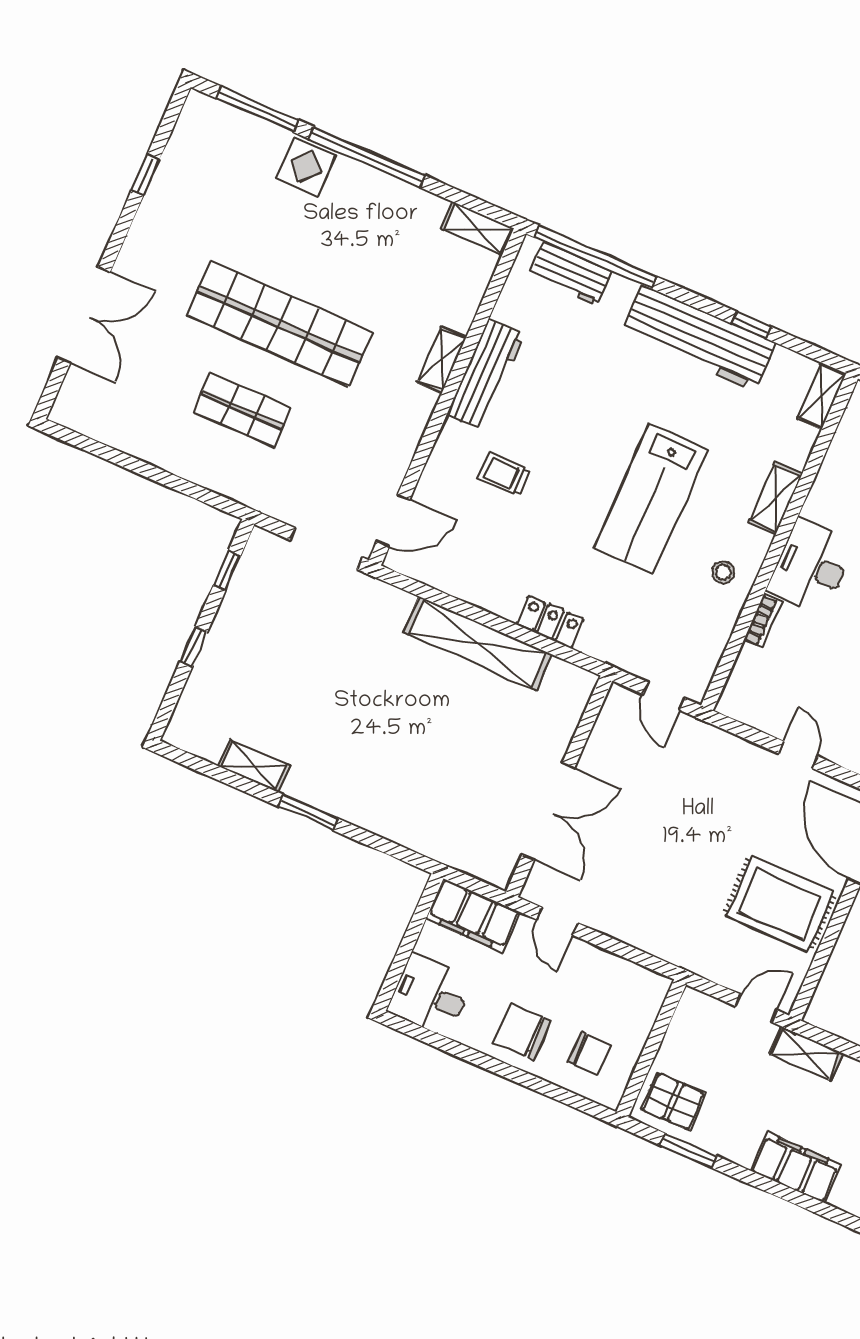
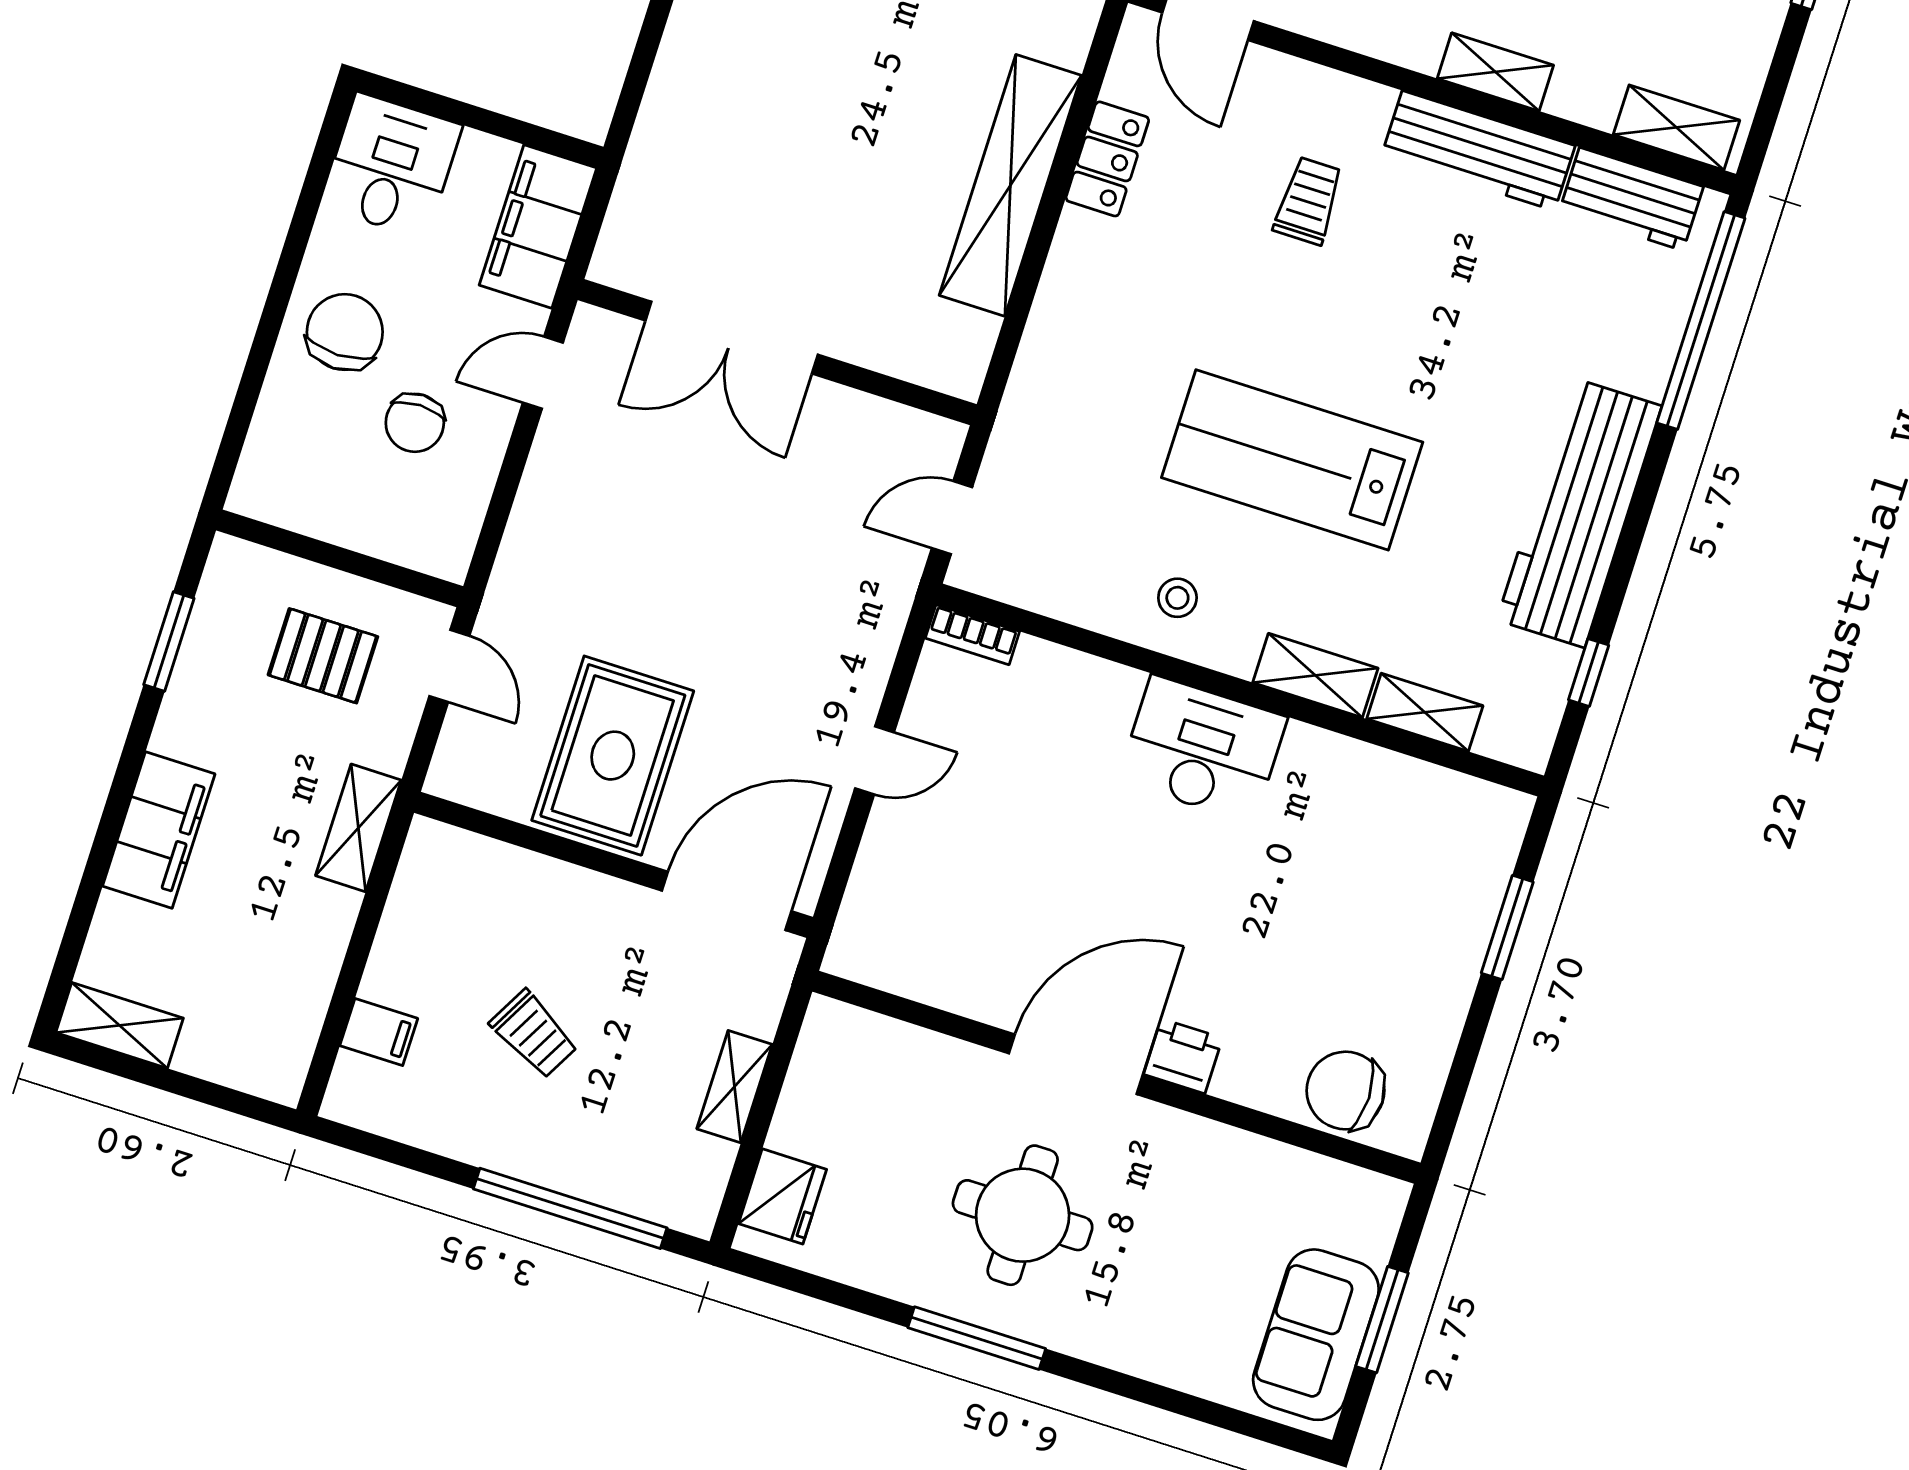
shelving: (478, 229) -> (1676, 127), moved, turned 90
workbench: (570, 274) -> (1631, 199), moved, turned -90
window: (752, 325) -> (1589, 673), moved
shelving: (821, 396) -> (1425, 712), moved
bookcase: (763, 621) -> (972, 635), moved
locker: (550, 622) -> (1107, 159), moved
door: (756, 1008) -> (449, 666), moved
chair: (589, 1054) -> (415, 423), moved
pallet: (673, 1102) -> (323, 656), moved, turned 90

